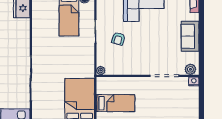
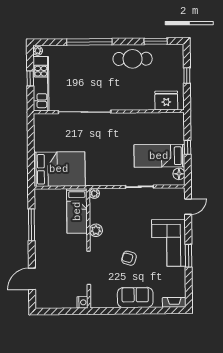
armchair: (118, 39) -> (129, 258), moved
plant: (190, 69) -> (96, 230), moved
bed: (116, 103) -> (77, 211), moved

